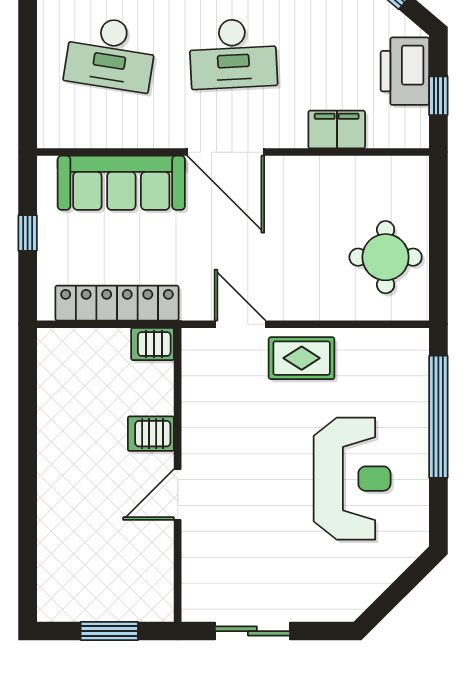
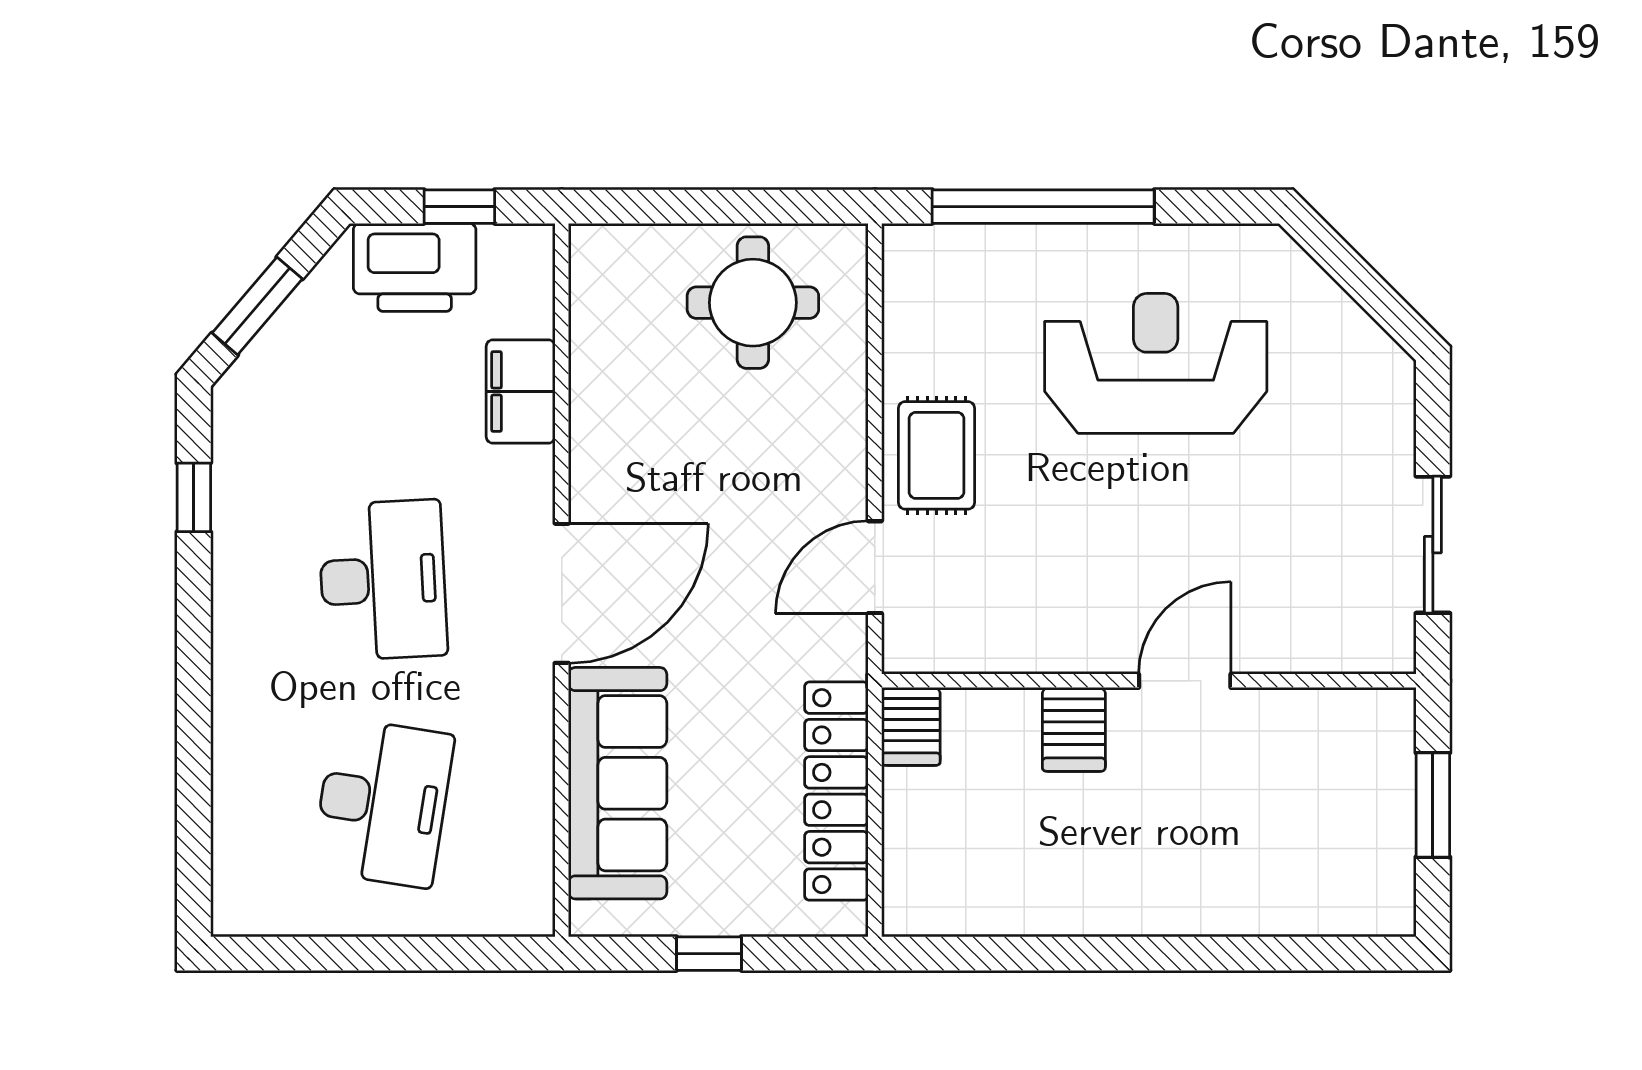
door: (178, 495) -> (1185, 681), swing flipped

